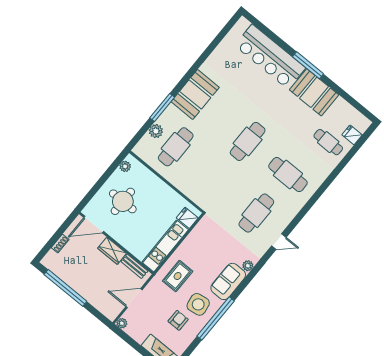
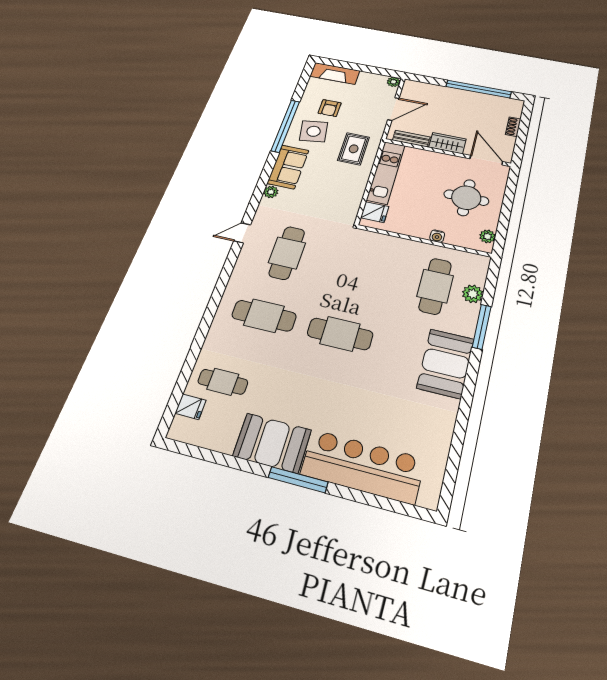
cafe table: (248, 141) -> (340, 334), turned 90
water cooler: (156, 181) -> (437, 236), added
door: (94, 225) -> (486, 160), hinge flipped

